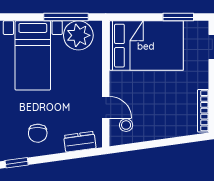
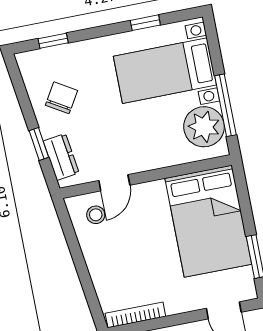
chair: (38, 133) -> (61, 98), turned 120
window: (17, 163) -> (39, 144), moved

